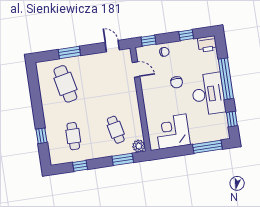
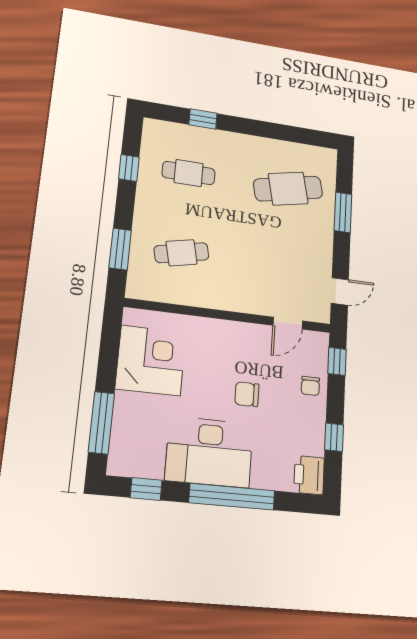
plant: (139, 146) -> (139, 287), removed

